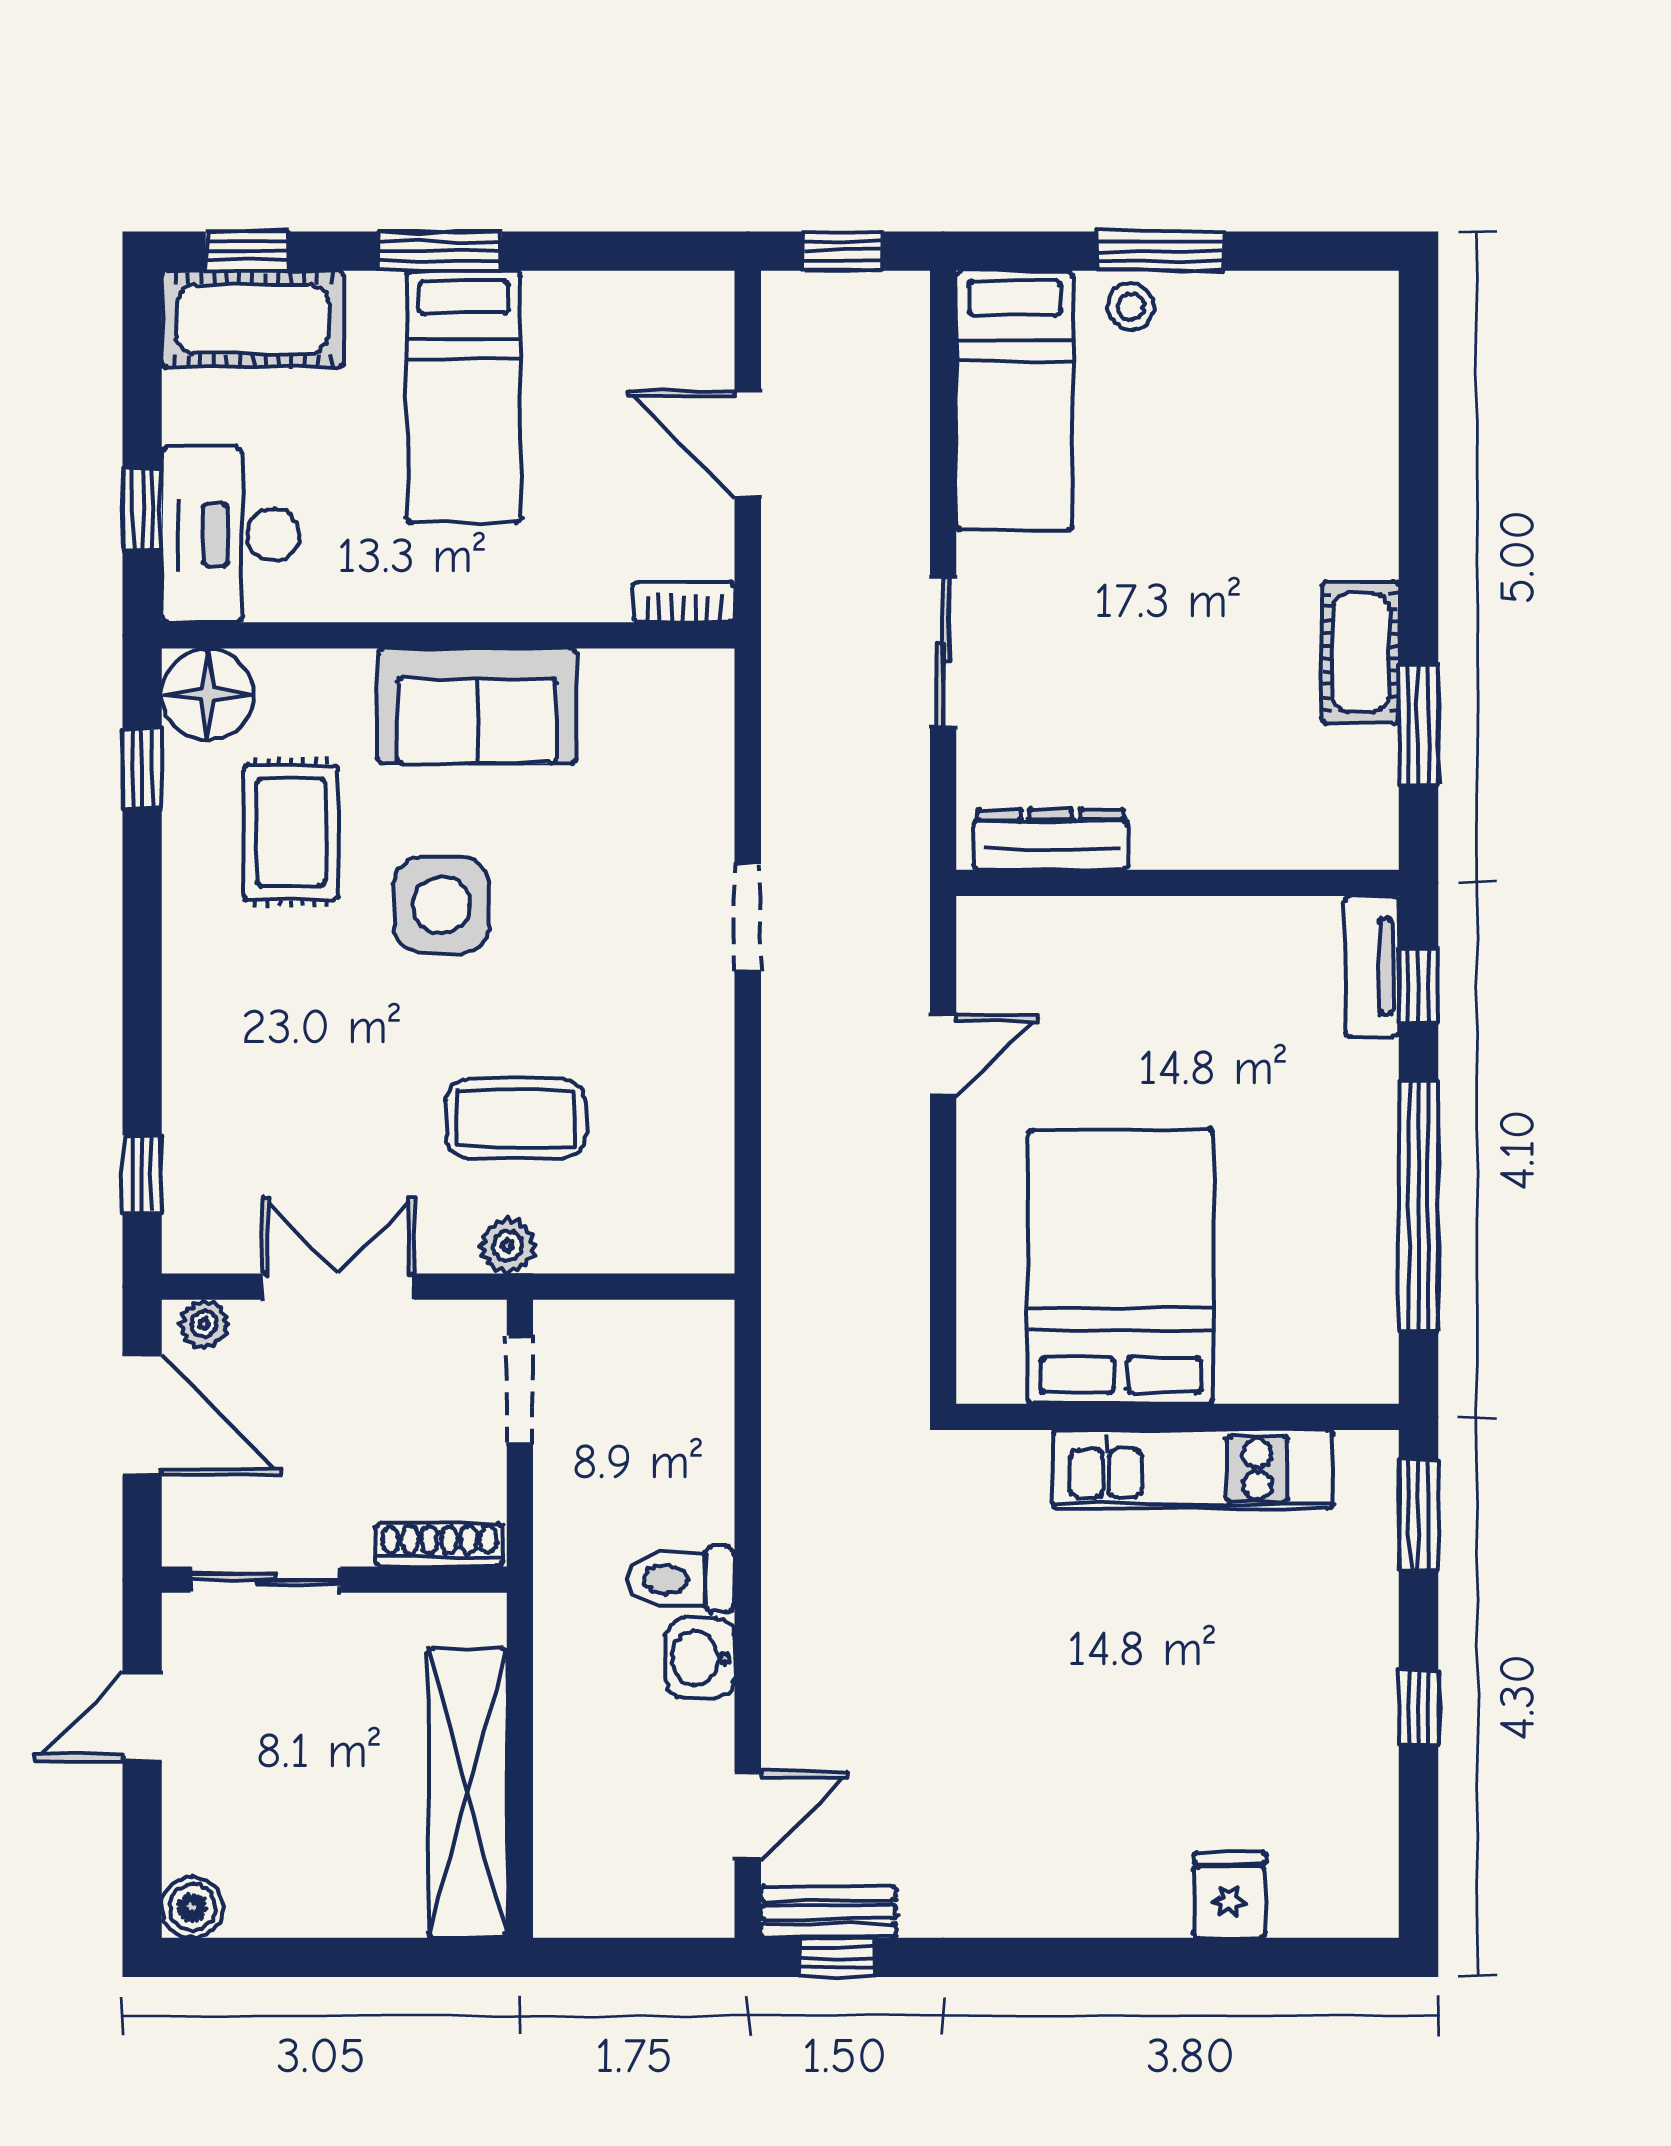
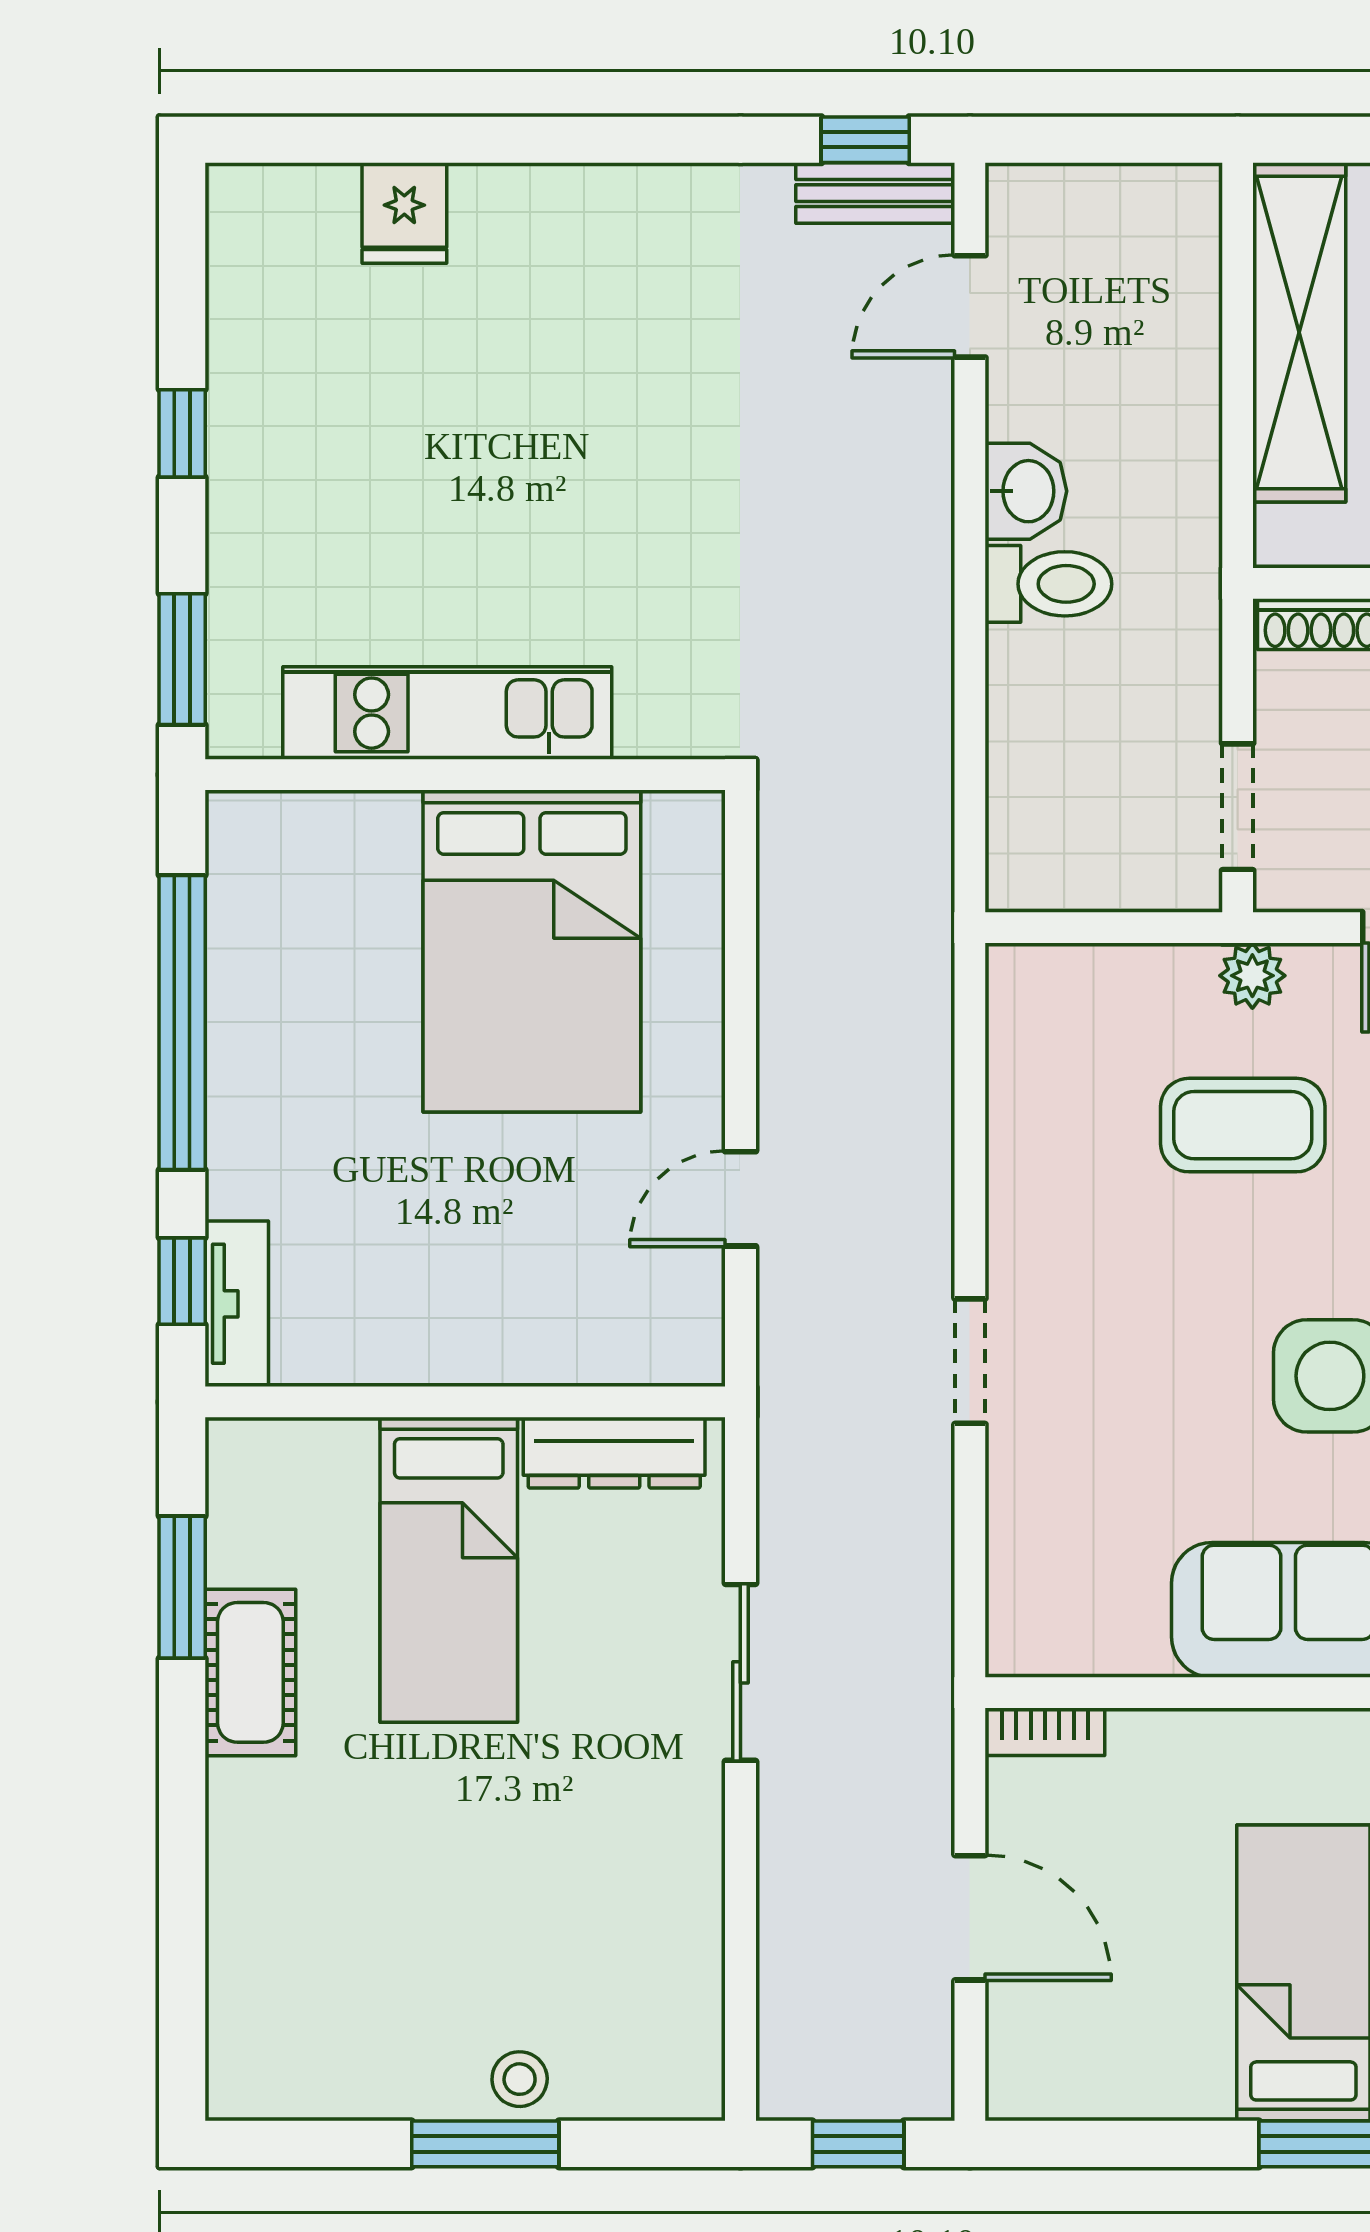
bed: (1015, 401) -> (449, 1570), moved, turned 180

